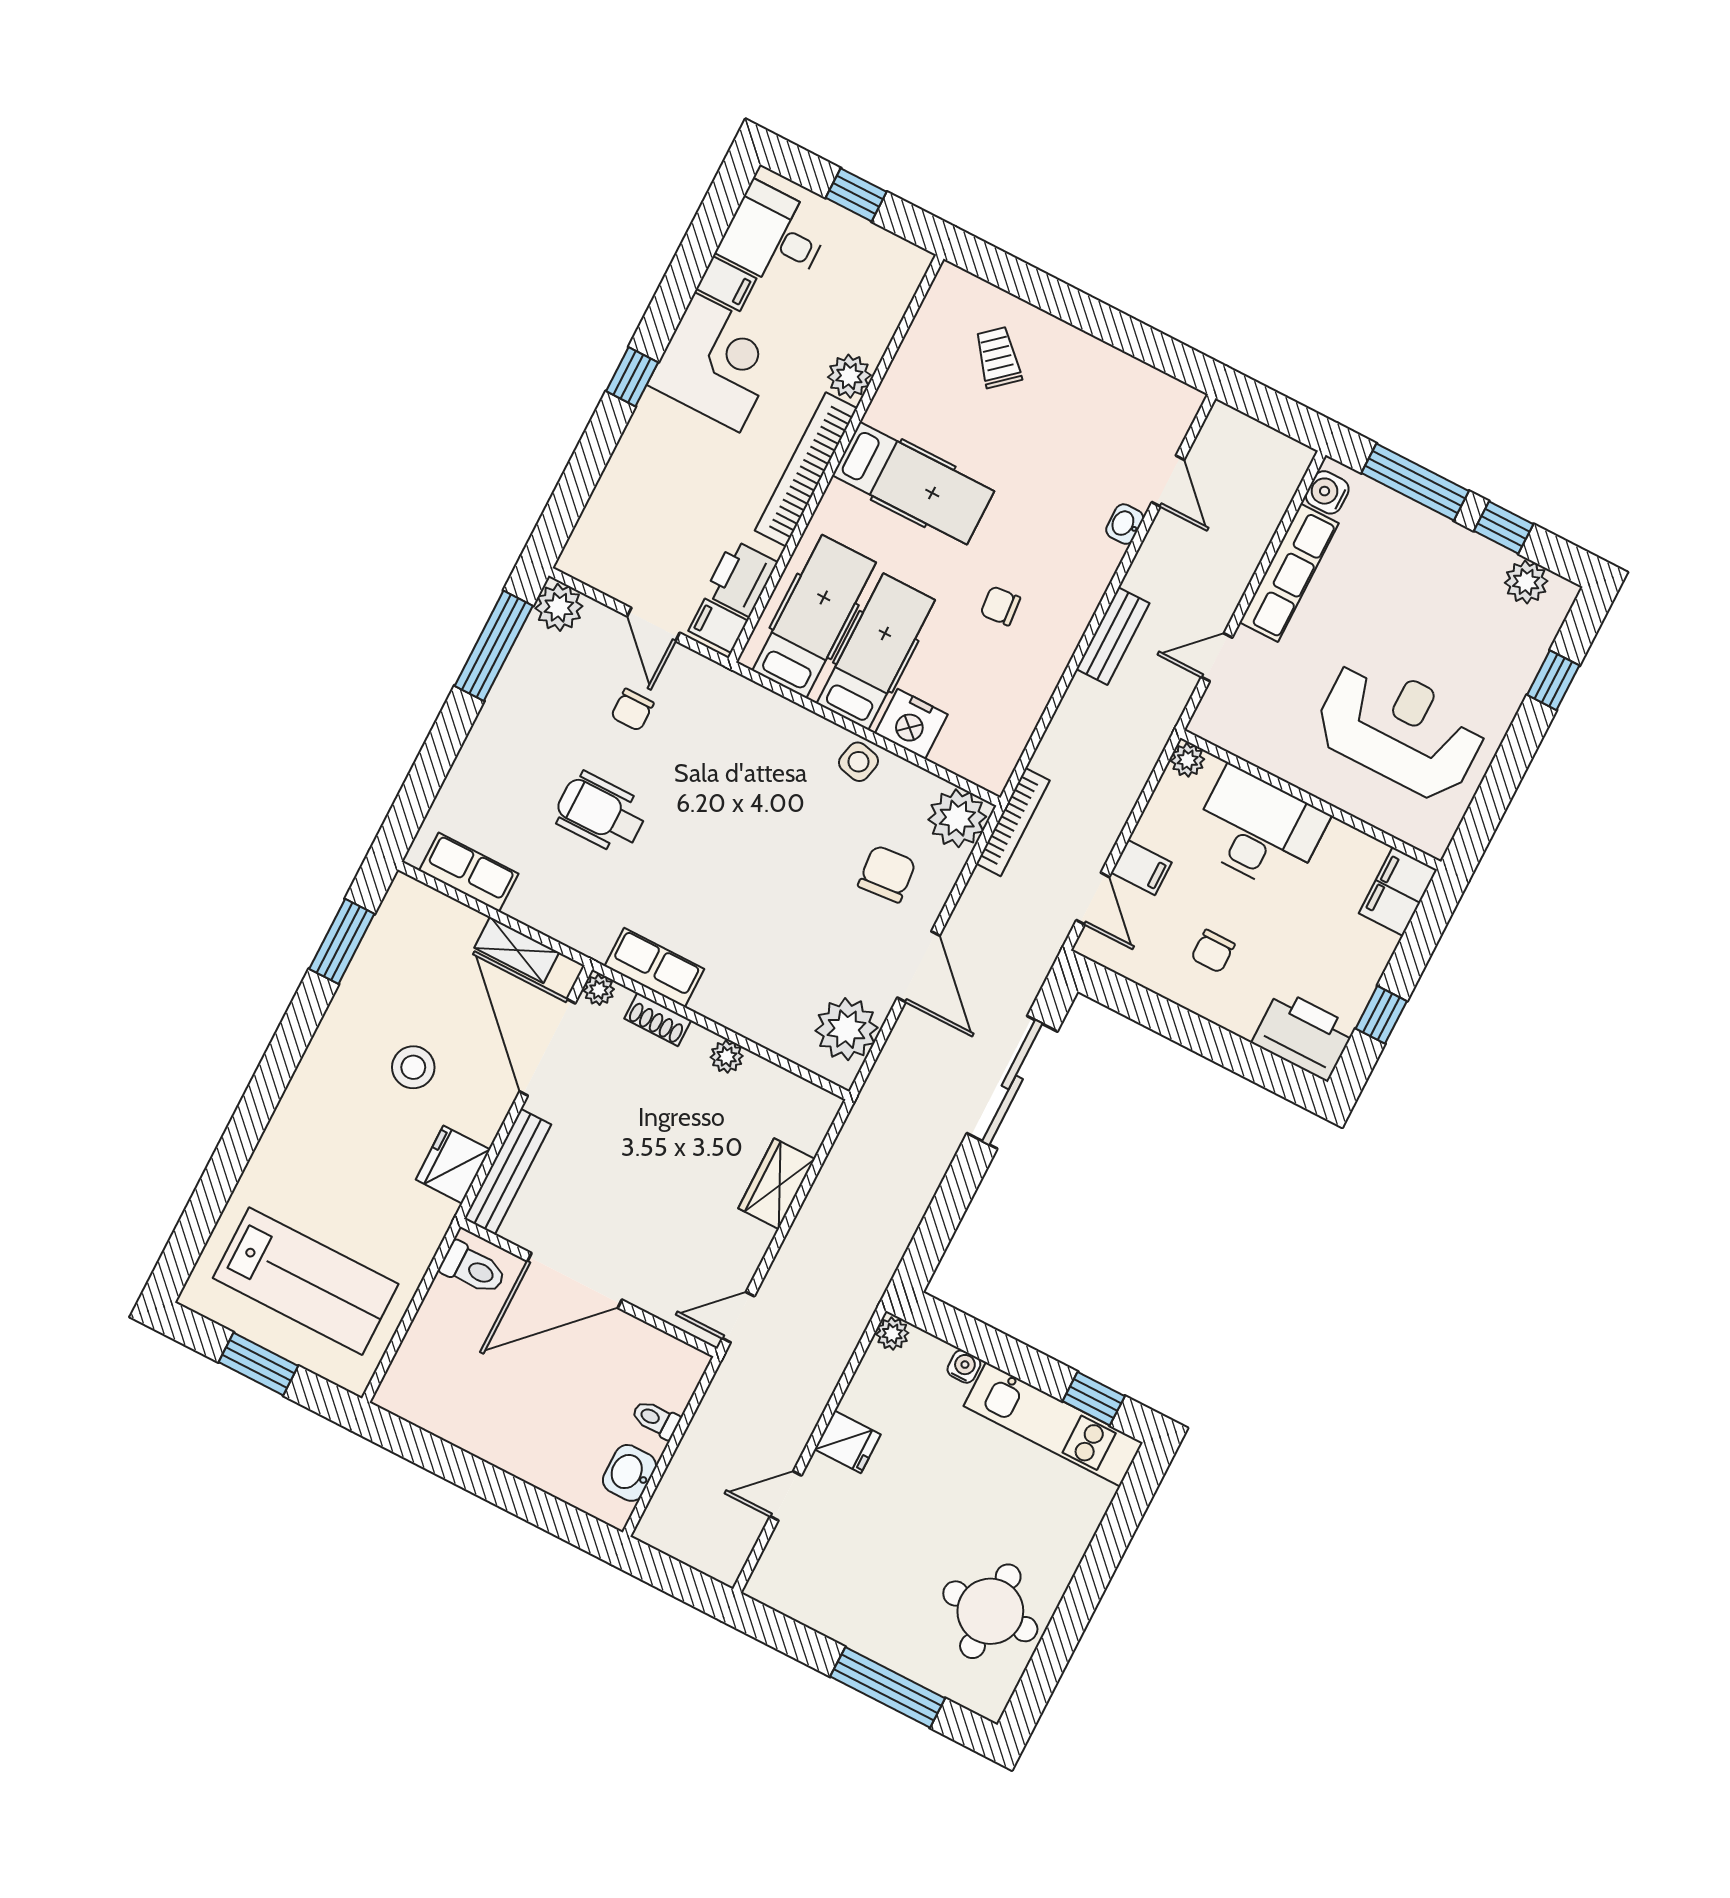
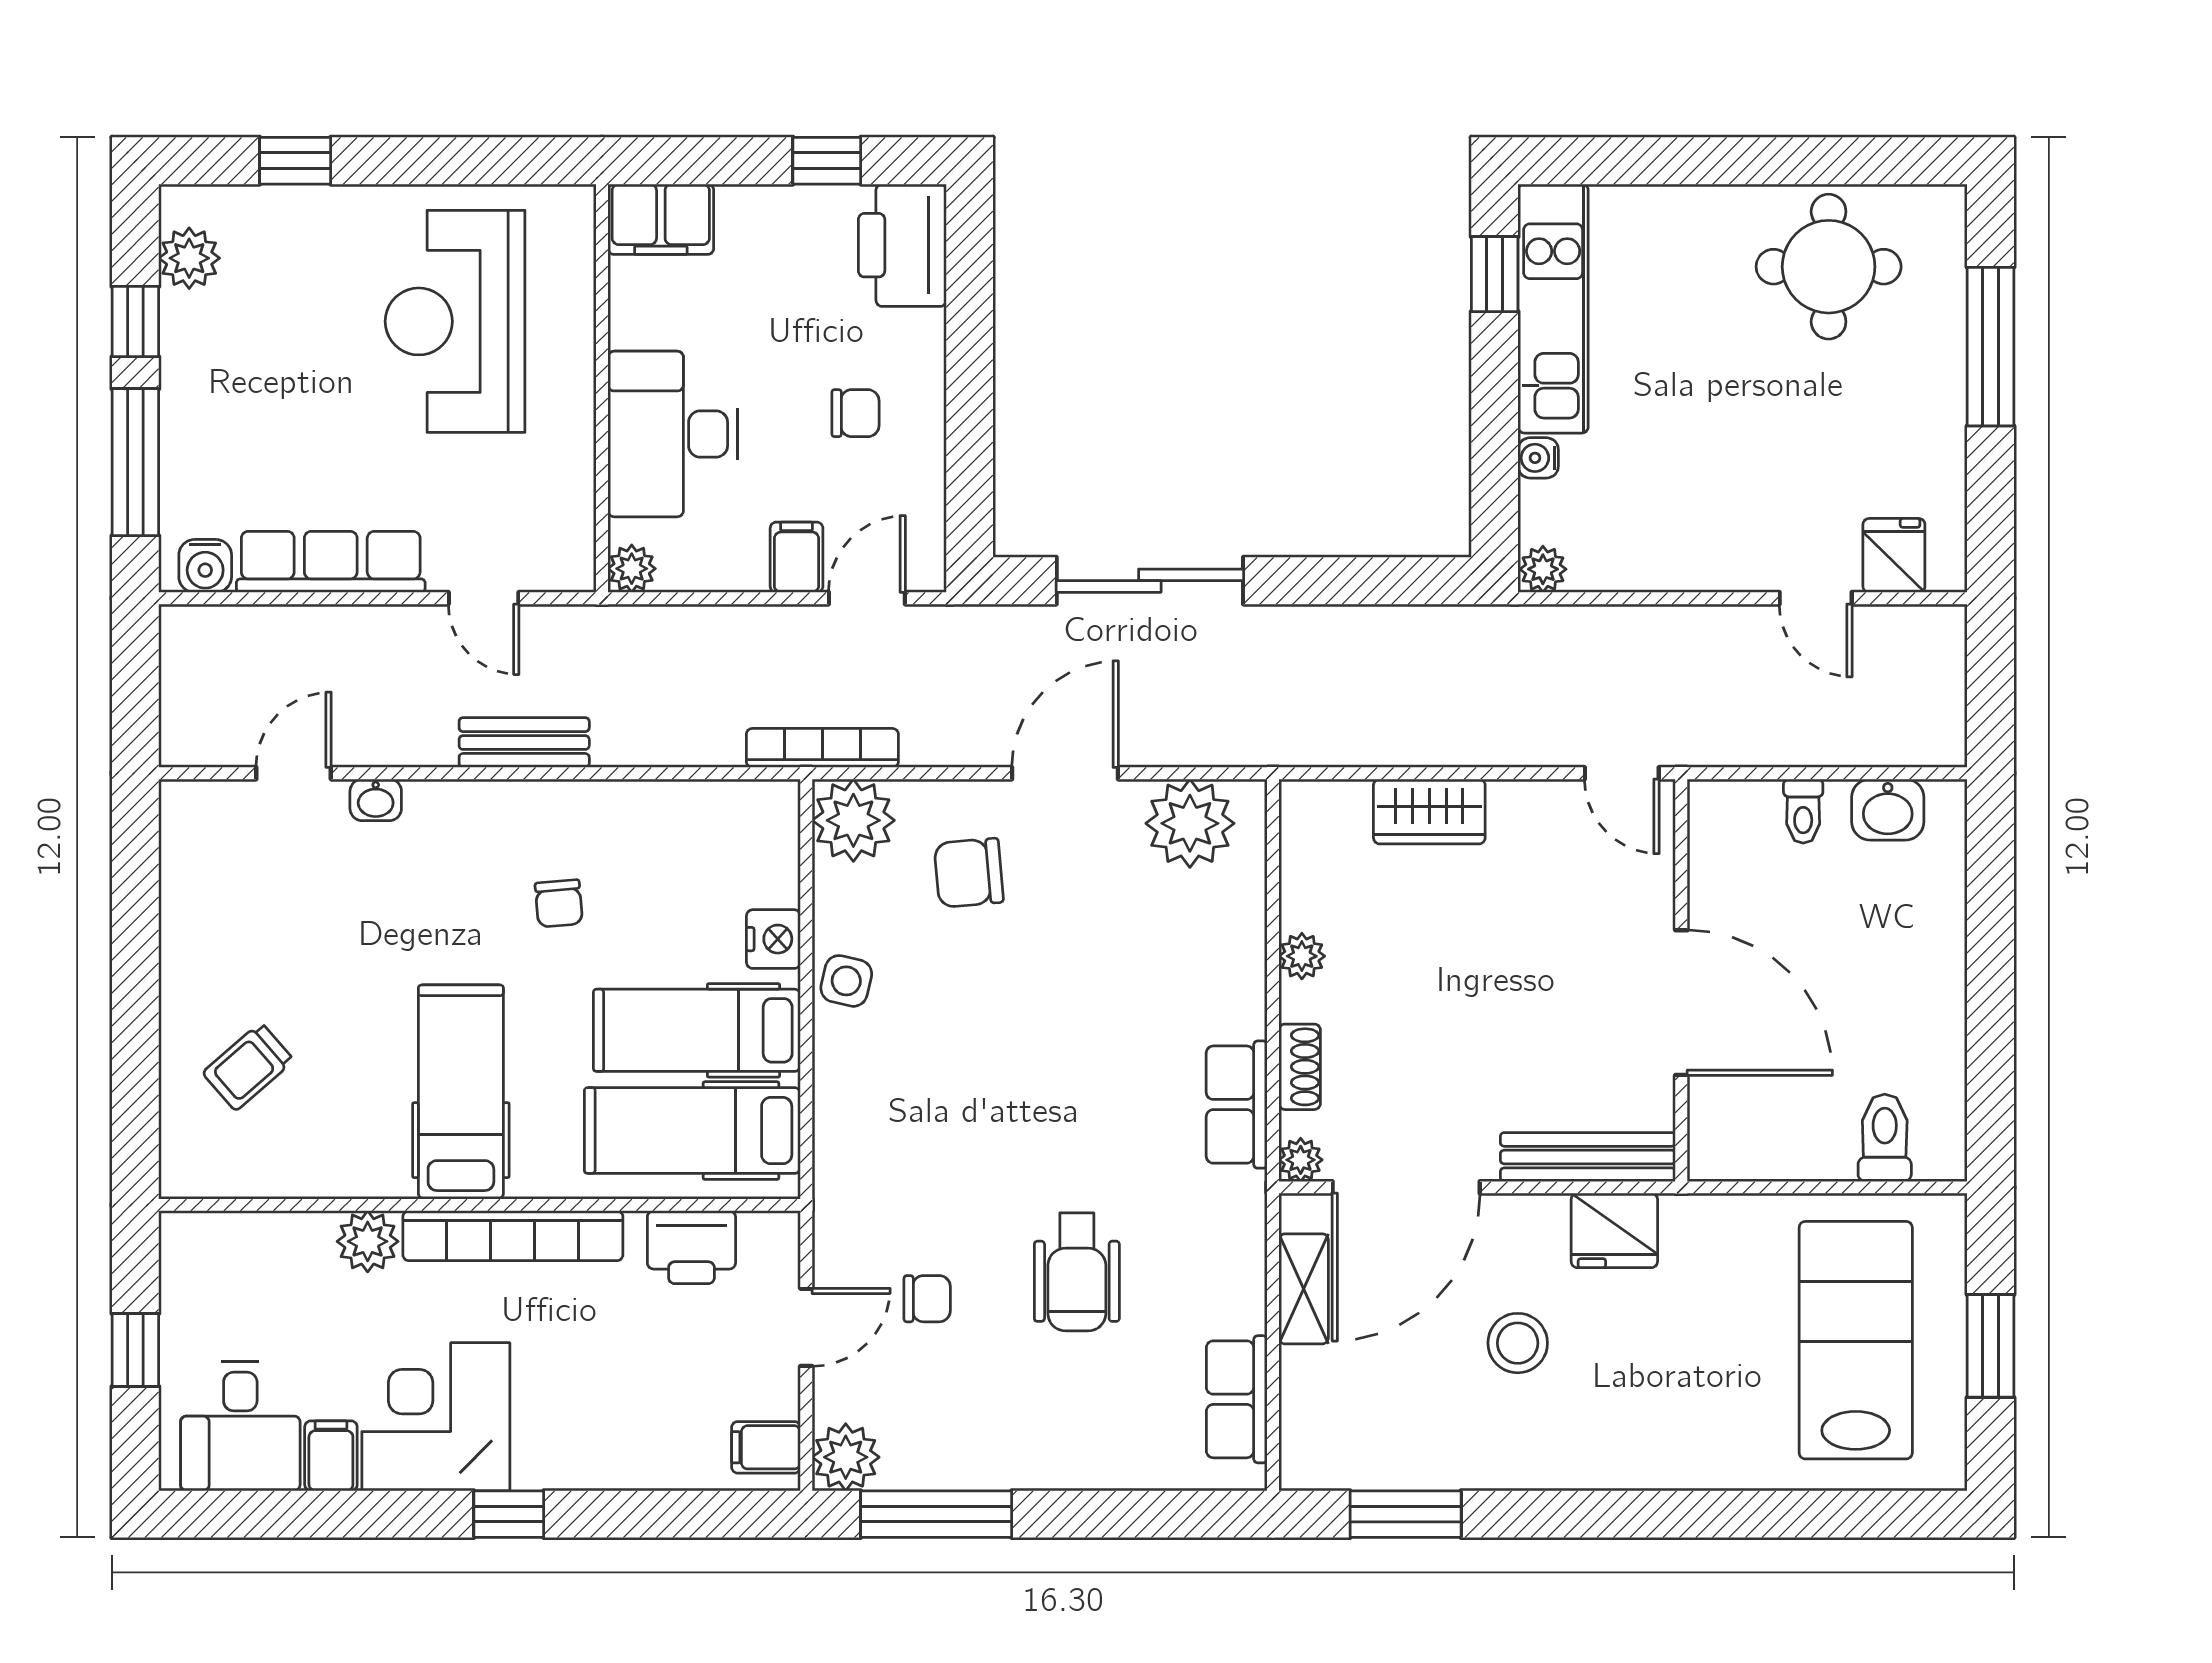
filing cabinet: (718, 626) -> (766, 1447), moved, turned 90
nightstand: (911, 724) -> (773, 939), width x0.74, depth x0.75
toilet: (473, 1269) -> (1885, 1138), moved
fridge: (848, 1442) -> (1894, 555), moved

